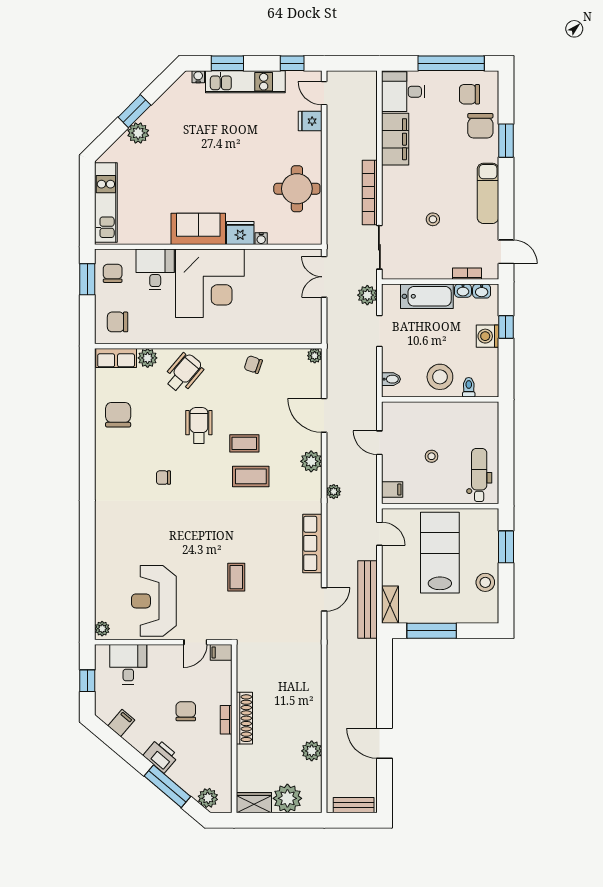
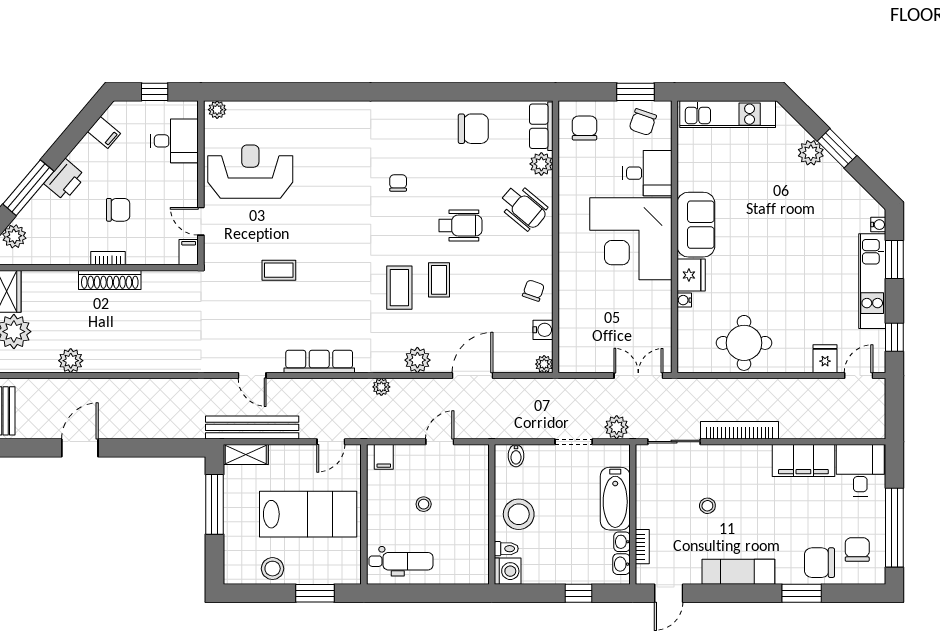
chair: (113, 273) -> (643, 122), turned 109
washing machine: (487, 336) -> (508, 571), moved, turned 90
water cooler: (286, 357) -> (543, 330), added

